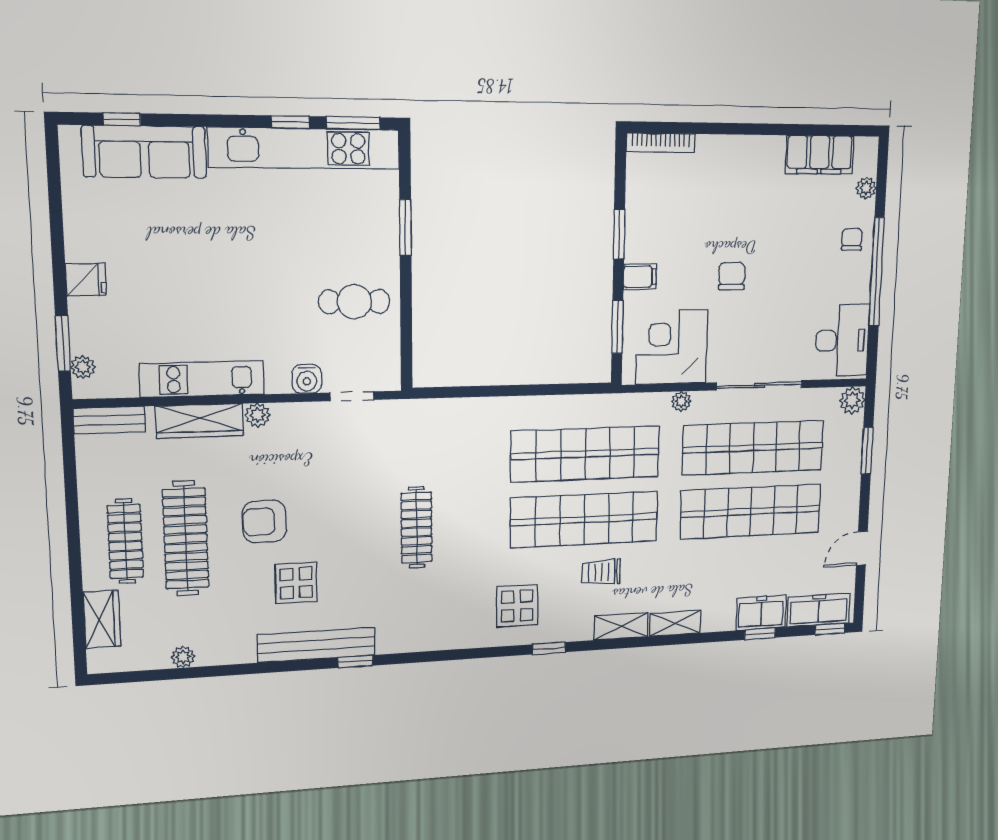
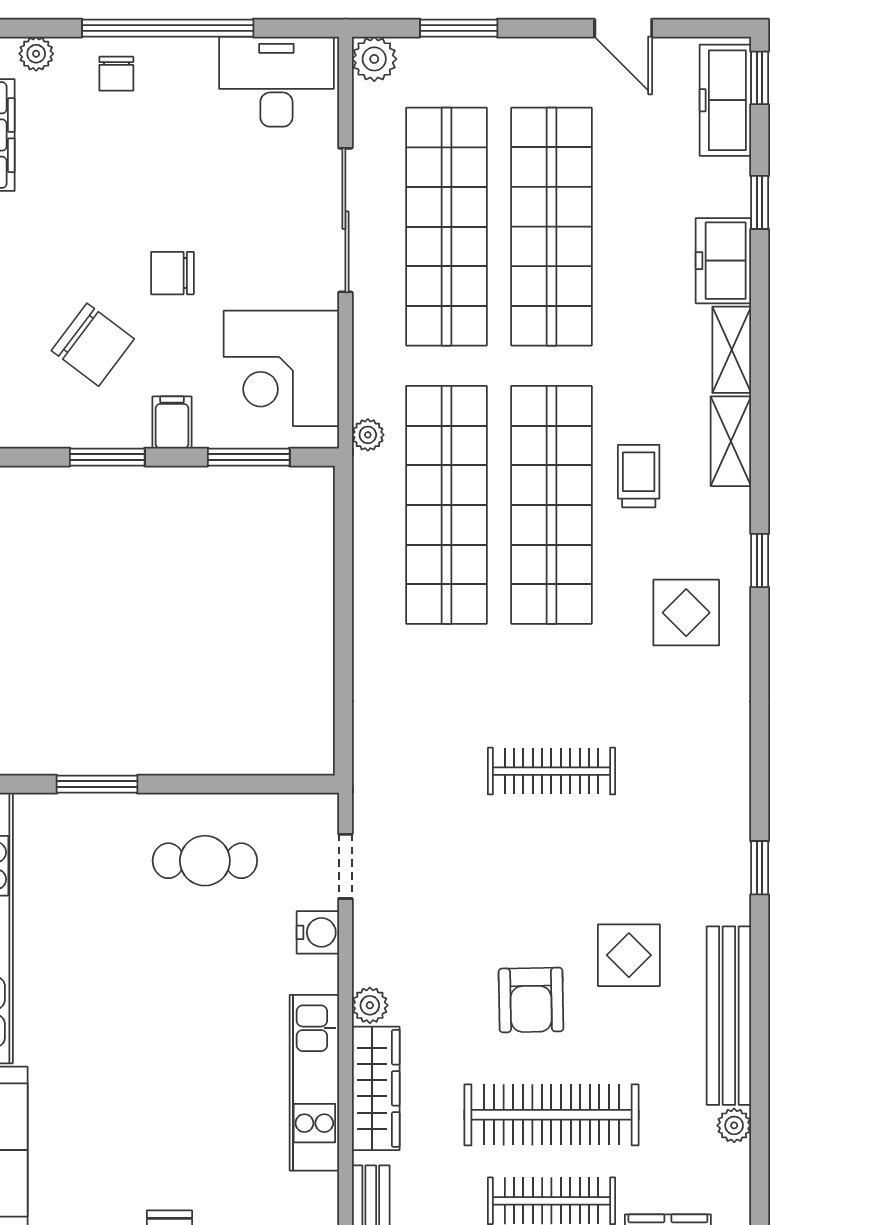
chair: (690, 224) -> (93, 345), added
chair: (852, 239) -> (116, 74), turned -90
cafe table: (354, 302) -> (205, 861), turned 90
plant: (681, 401) -> (368, 435), moved
trolley: (601, 572) -> (639, 476), turned 180
freezer: (761, 613) -> (723, 261), moved
bench: (317, 645) -> (729, 1016), moved

